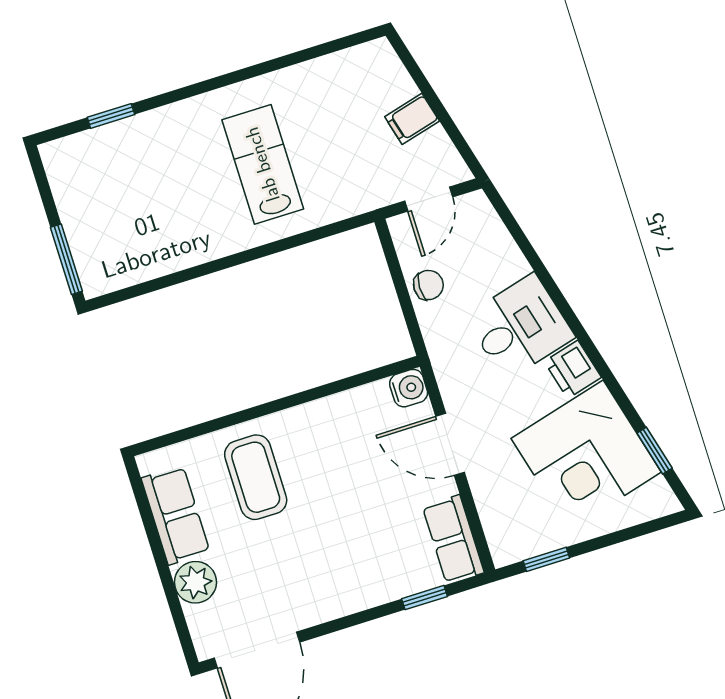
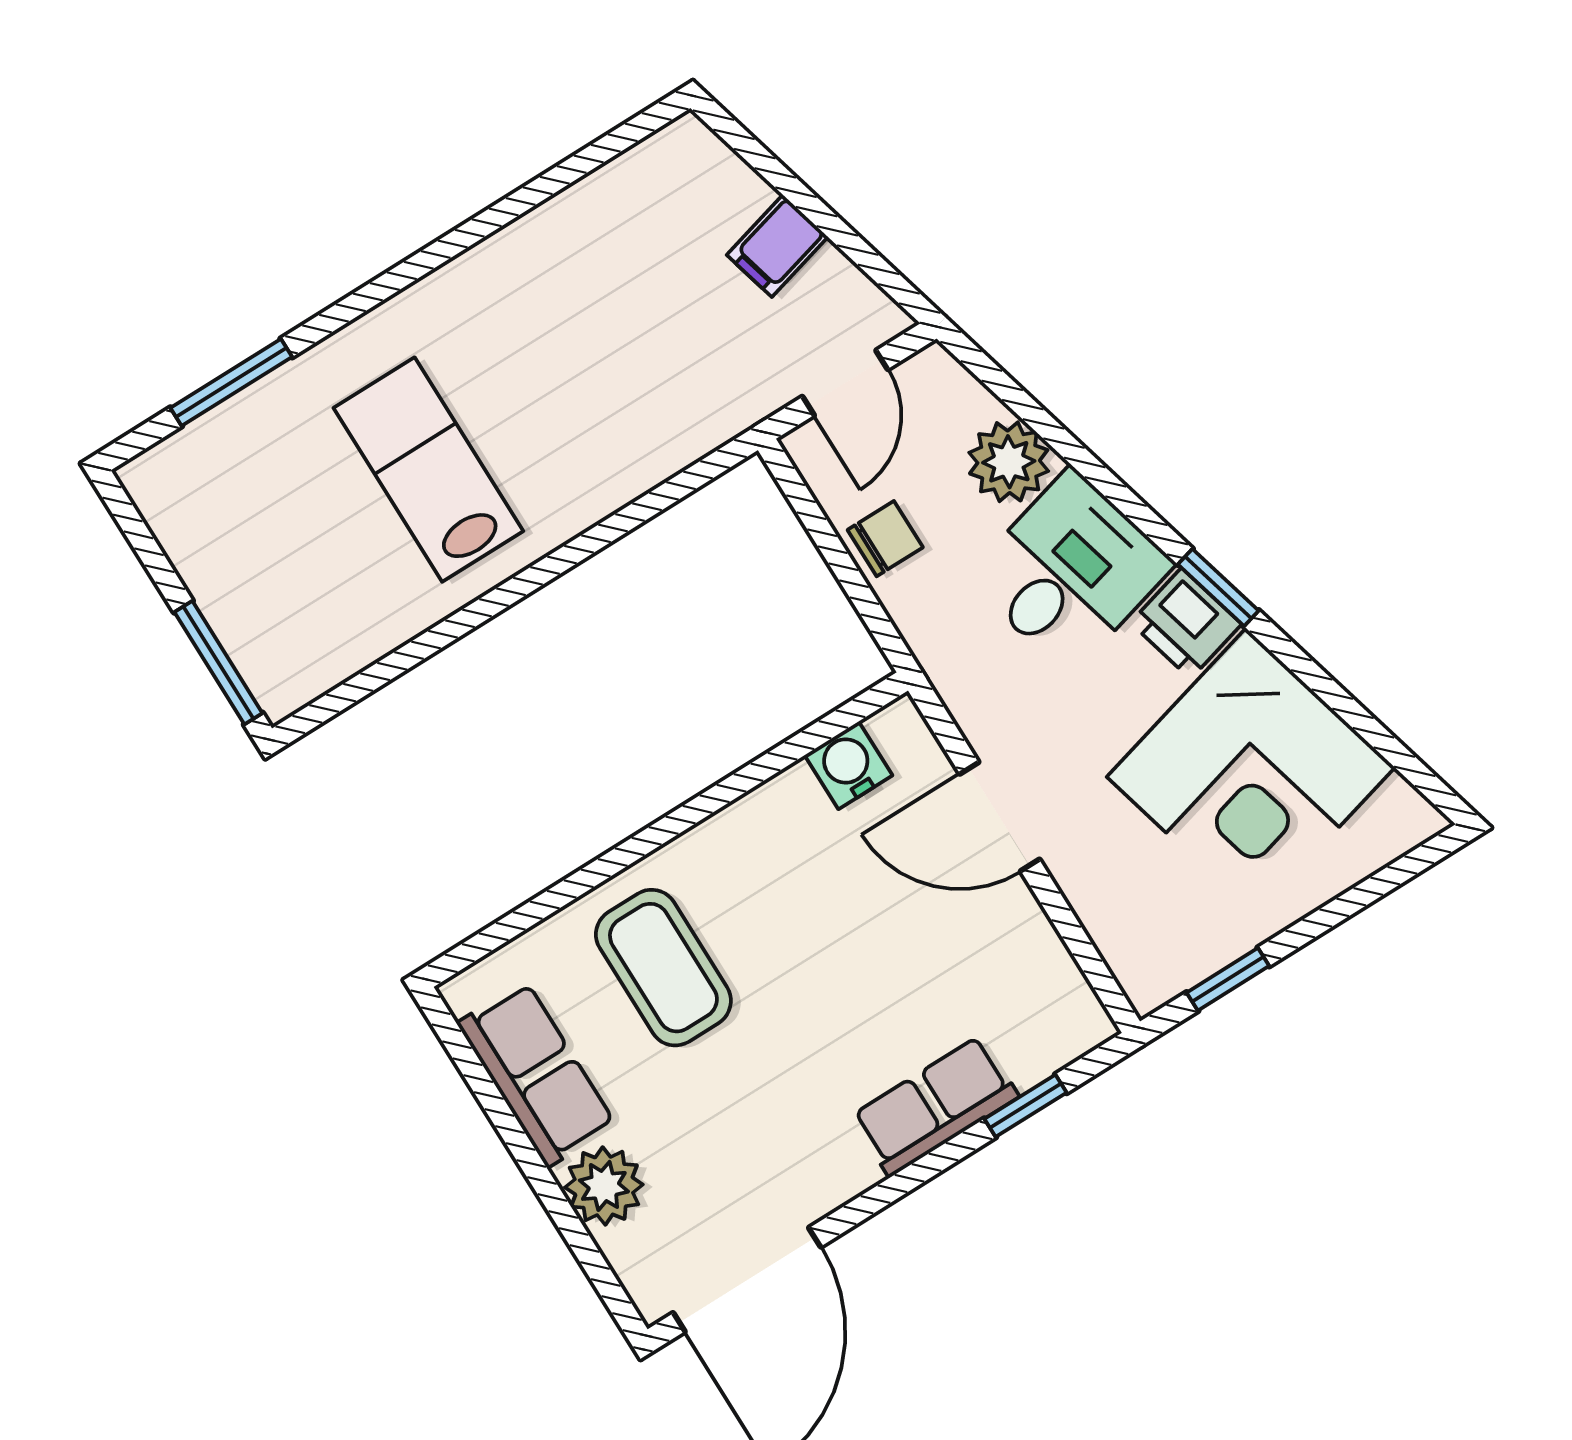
window: (111, 116) -> (231, 382), width x1.50
lab bench: (263, 164) -> (428, 470), moved
plant: (503, 262) -> (1009, 462), added
water cooler: (409, 388) -> (849, 765), moved, turned -90
window: (655, 451) -> (1218, 587), moved
row of seats: (453, 539) -> (935, 1106), moved, turned 90

